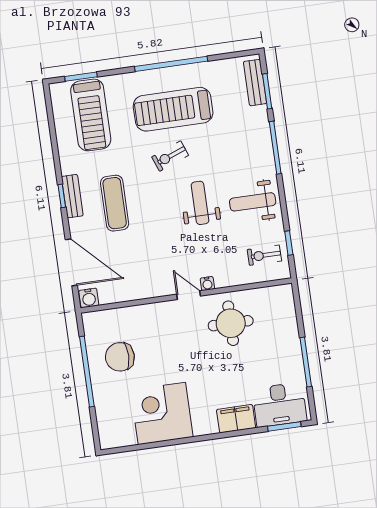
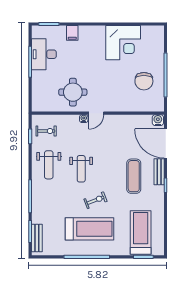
bench: (72, 196) -> (159, 172), moved
weight bench: (253, 202) -> (49, 165), turned 90
door: (189, 295) -> (96, 113), hinge flipped
chair: (120, 357) -> (144, 81), turned 90
desk: (279, 405) -> (44, 54), moved, turned -90
filing cabinet: (236, 419) -> (72, 33), width x0.50

